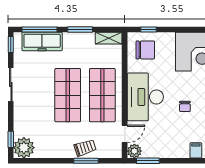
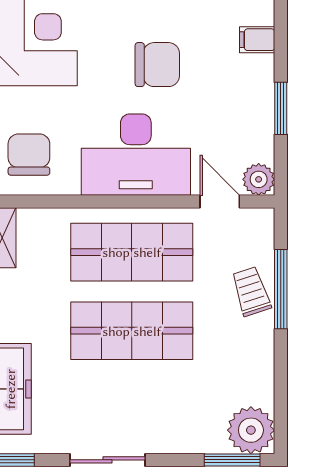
chair: (185, 106) -> (157, 65), width x1.87, depth x1.87
window: (11, 139) -> (232, 460), width x1.50
window: (86, 161) -> (281, 289), width x1.44
window: (148, 161) -> (281, 108), moved

